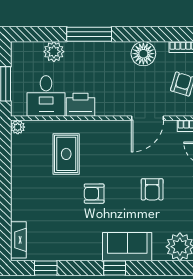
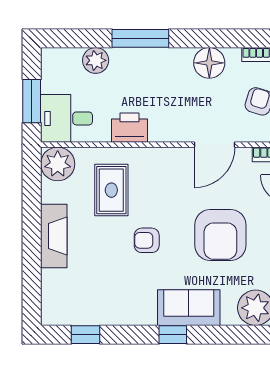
desk: (46, 96) -> (67, 118), moved, turned 90
plant: (18, 127) -> (58, 164), width x1.88, depth x1.88
armchair: (152, 189) -> (220, 235), width x1.88, depth x1.88
fireplace: (18, 240) -> (54, 236), moved, width x1.37, depth x1.32

